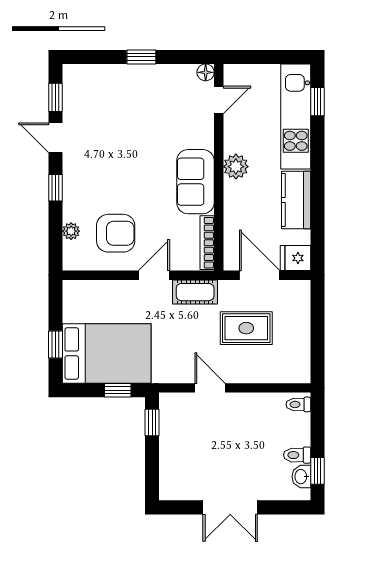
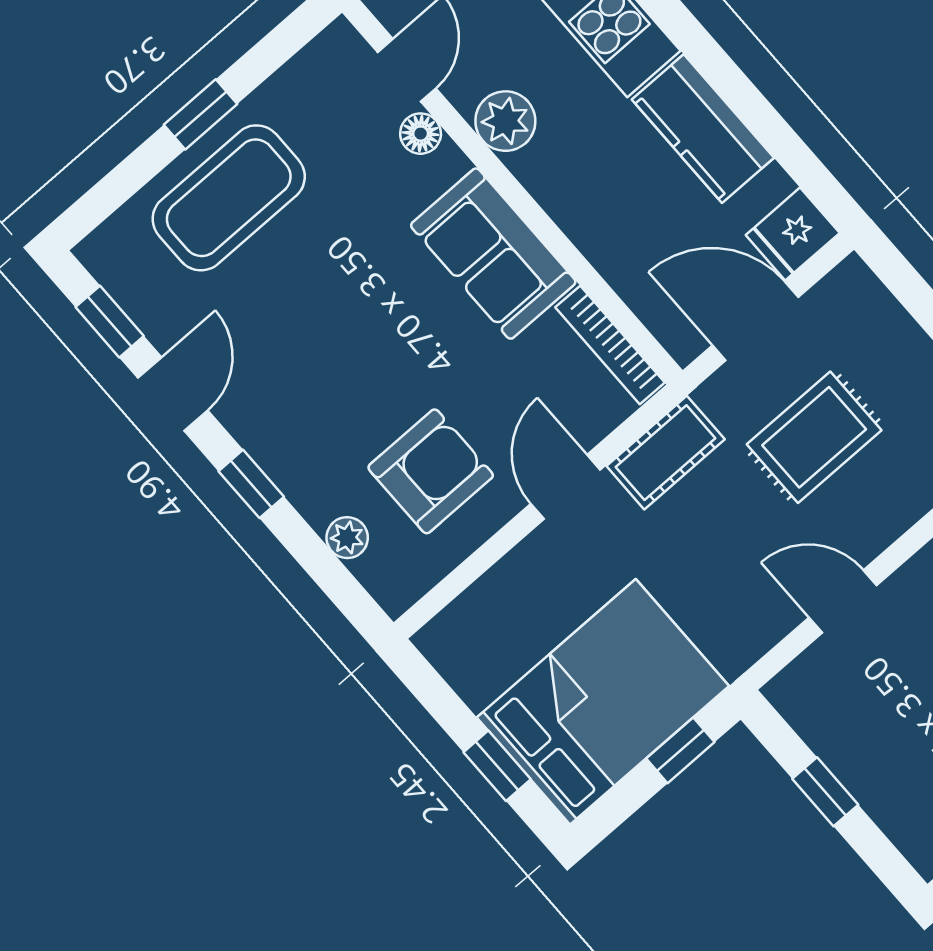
floor lamp: (206, 72) -> (421, 134), moved
coffee table: (127, 91) -> (229, 198), added
door: (56, 138) -> (173, 394), swing flipped
plant: (236, 167) -> (505, 121), moved
window: (152, 423) -> (825, 792), moved

